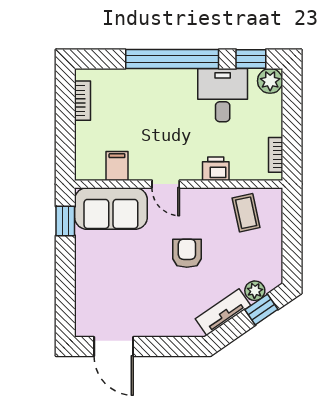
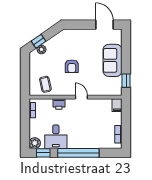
filing cabinet: (117, 166) -> (117, 105), moved
sofa: (111, 209) -> (113, 60), moved, turned -90
tv unit: (223, 312) -> (56, 40), removed

